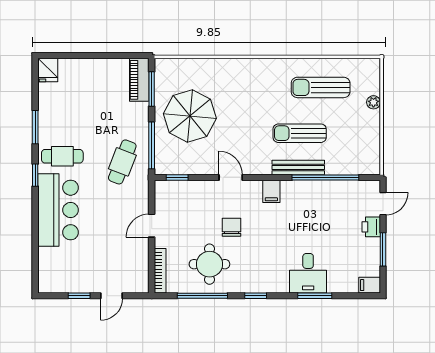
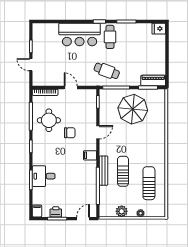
plant: (370, 136) -> (122, 211), added
door: (383, 204) -> (83, 219), swing flipped
printer: (371, 227) -> (56, 212), moved

